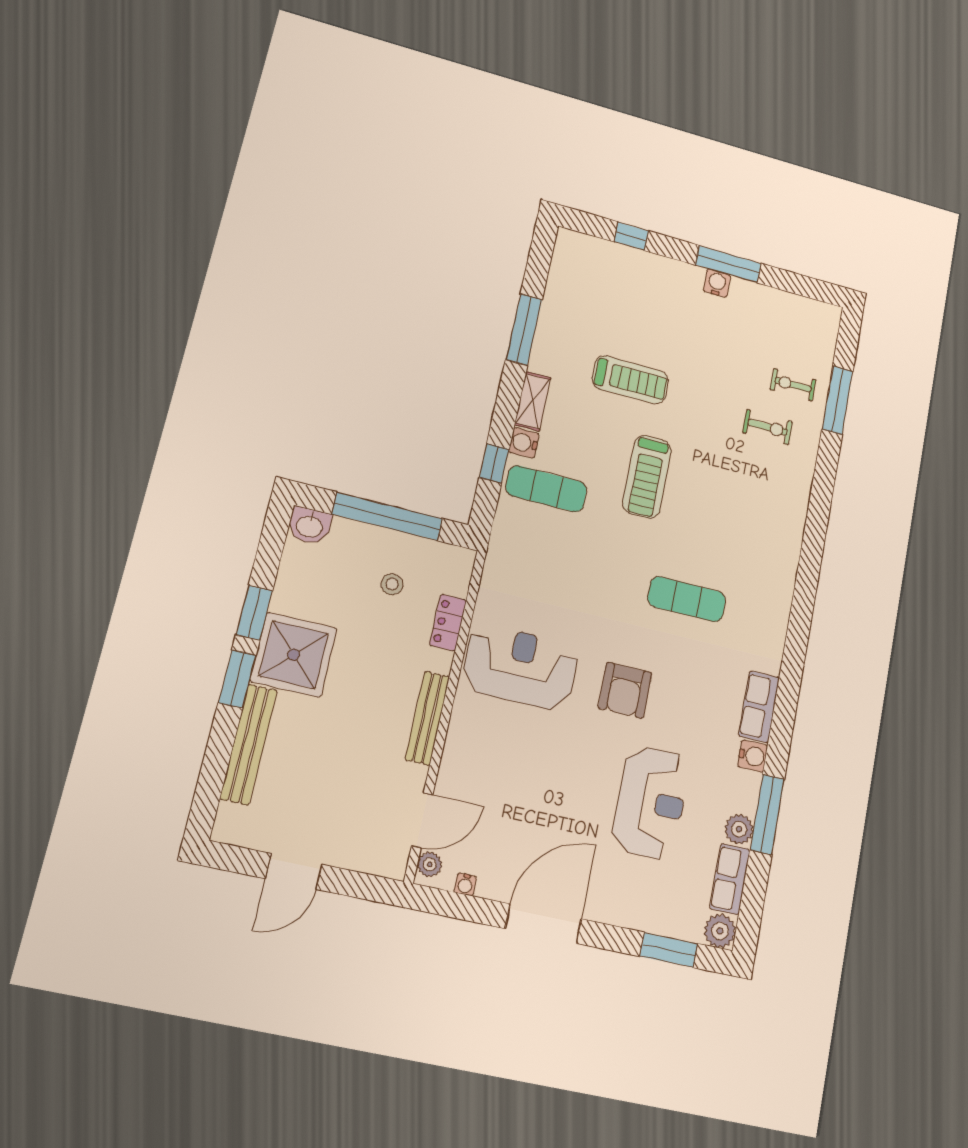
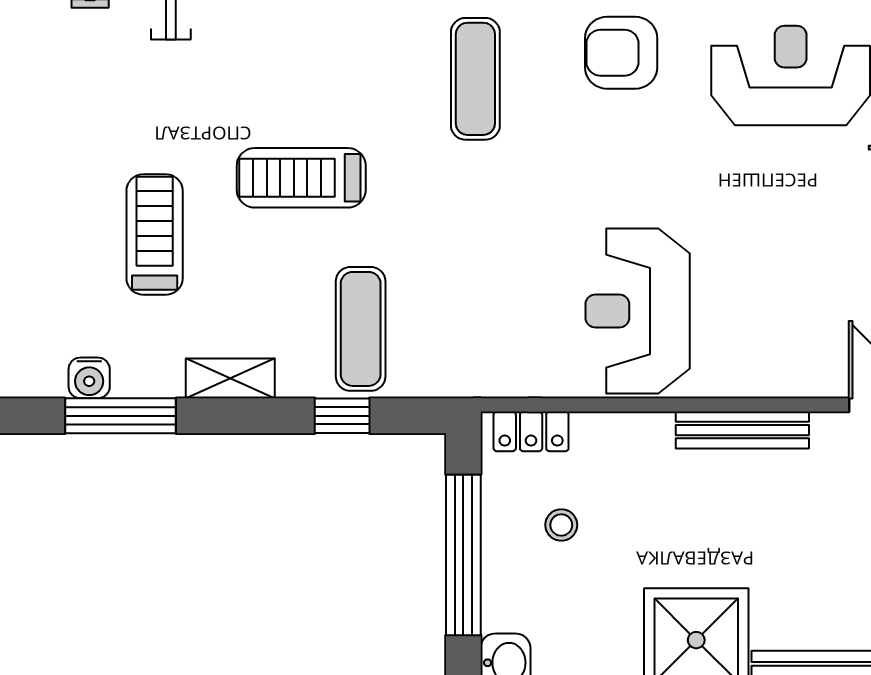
water cooler: (524, 443) -> (89, 378), moved
treadmill: (647, 477) -> (301, 178), turned 180
locker: (448, 623) -> (531, 431), moved
armchair: (625, 690) -> (621, 53), moved, turned 180

